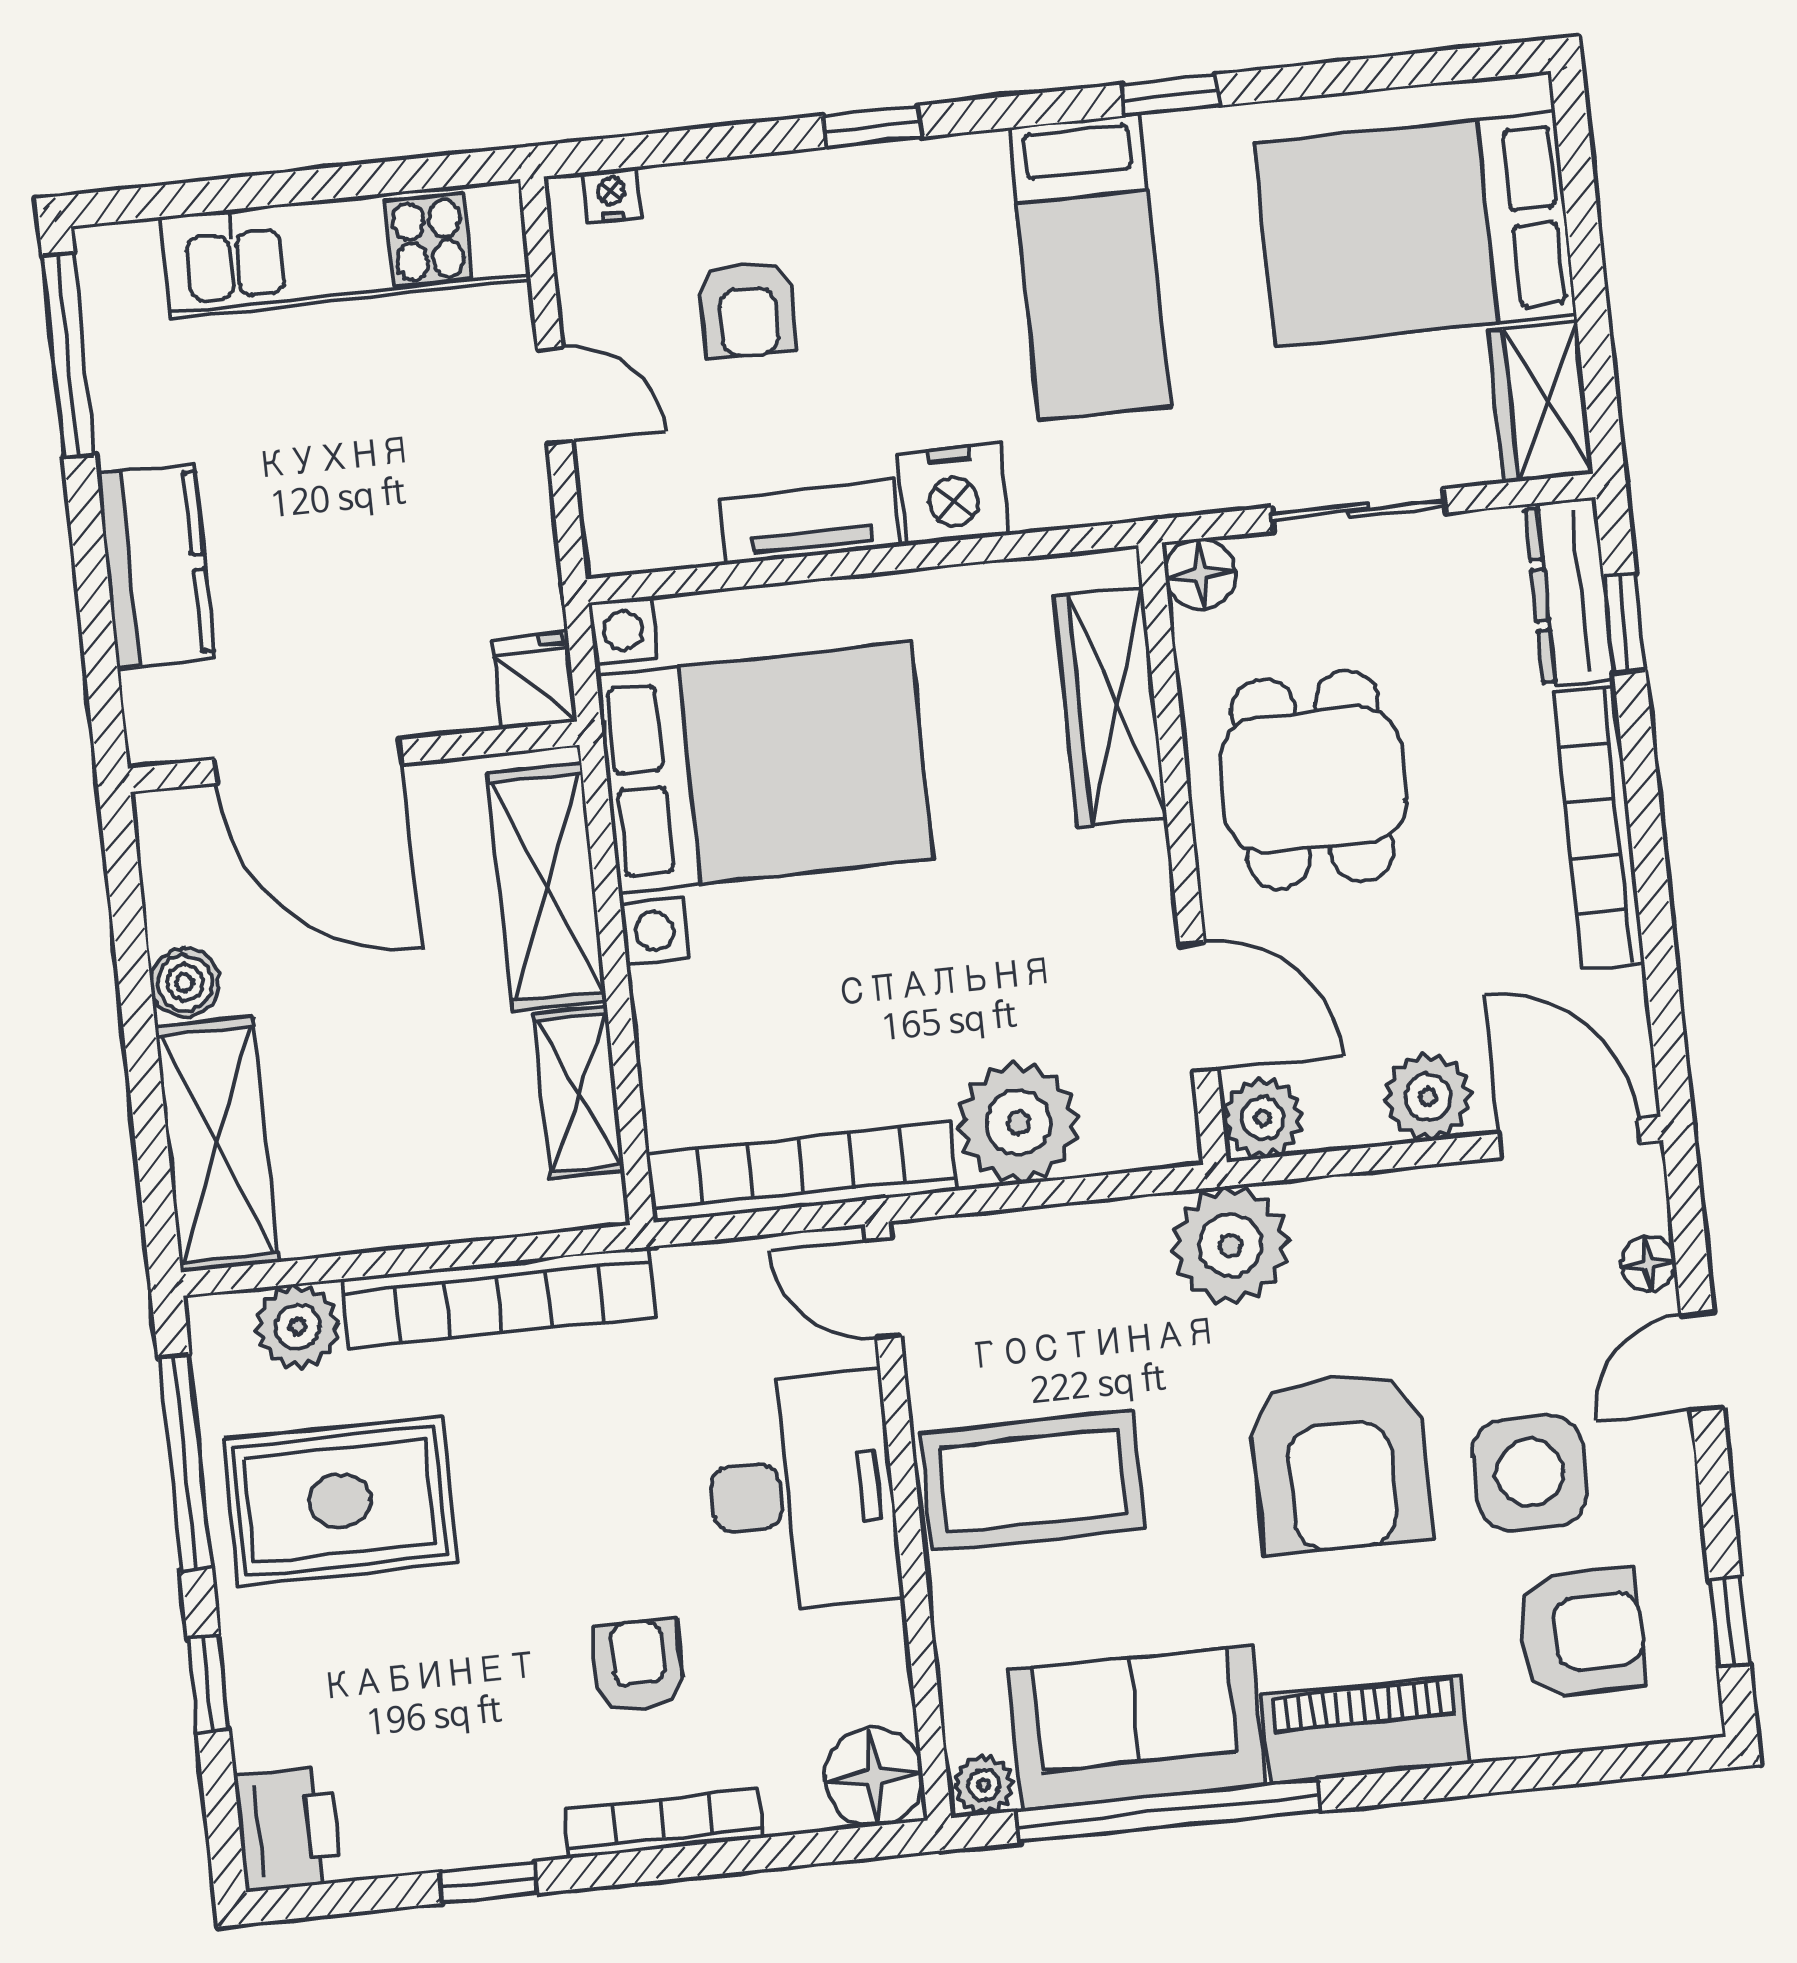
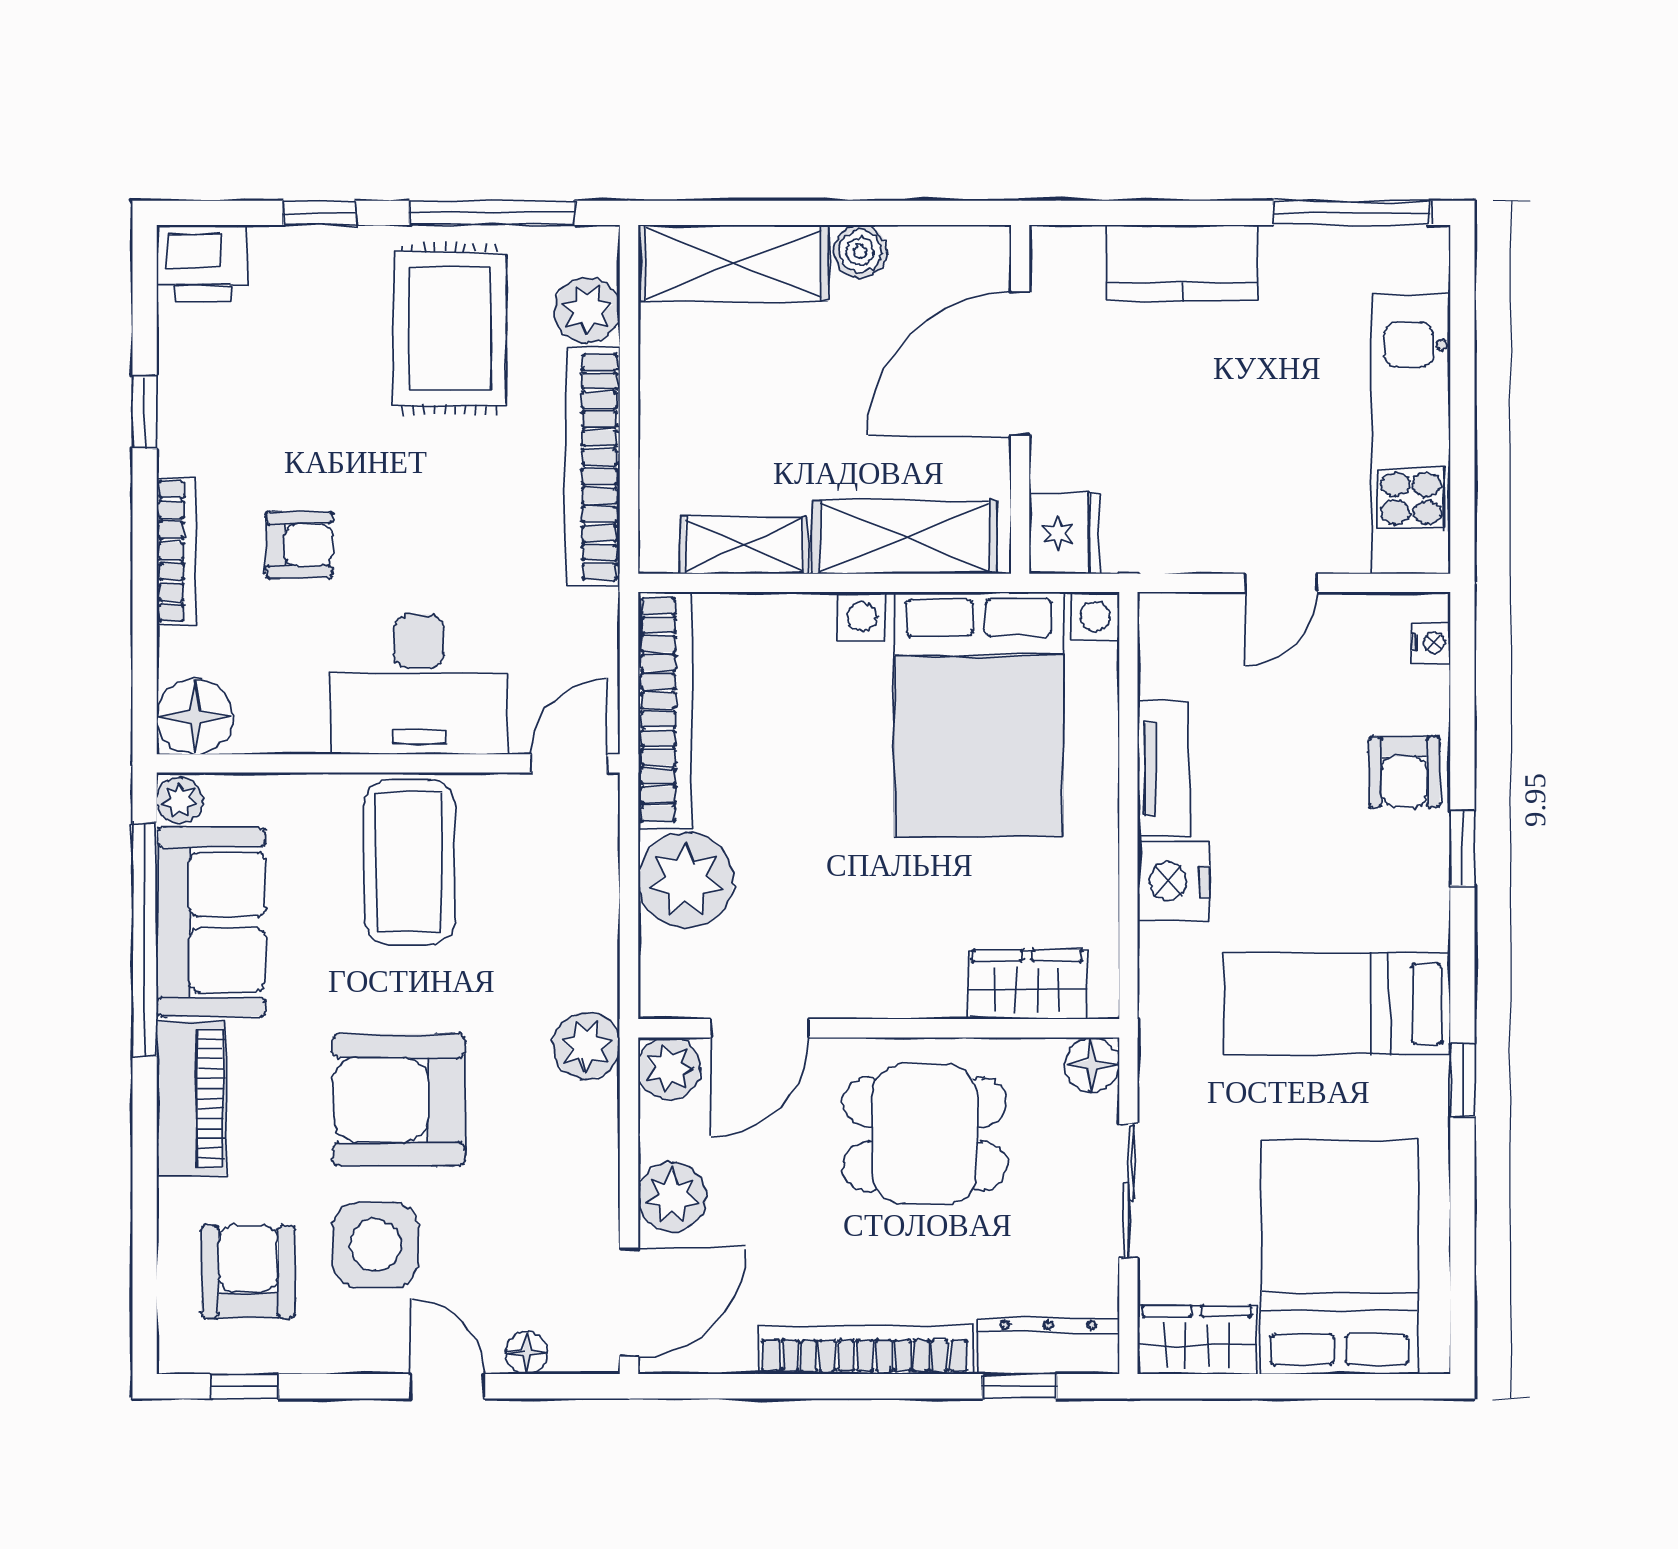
armchair: (747, 309) -> (1404, 772), moved, turned -90
fridge: (535, 681) -> (1064, 533), width x1.38
wardrobe: (1110, 707) -> (1027, 985), width x0.67
plant: (1230, 1245) -> (586, 1046), width x0.73, depth x0.73
armchair: (1581, 1633) -> (248, 1272), turned 180

